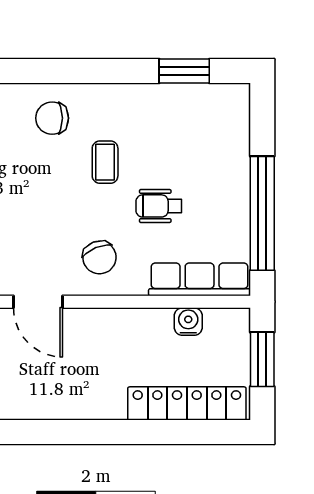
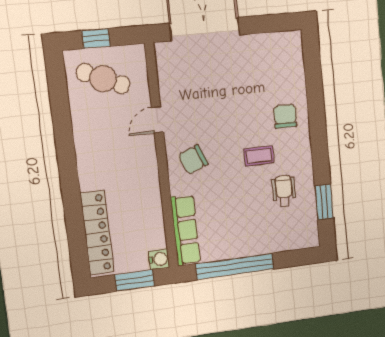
wheelchair: (159, 206) -> (284, 191), moved
door: (38, 302) -> (157, 120), width x0.73
water cooler: (188, 322) -> (159, 259), moved

